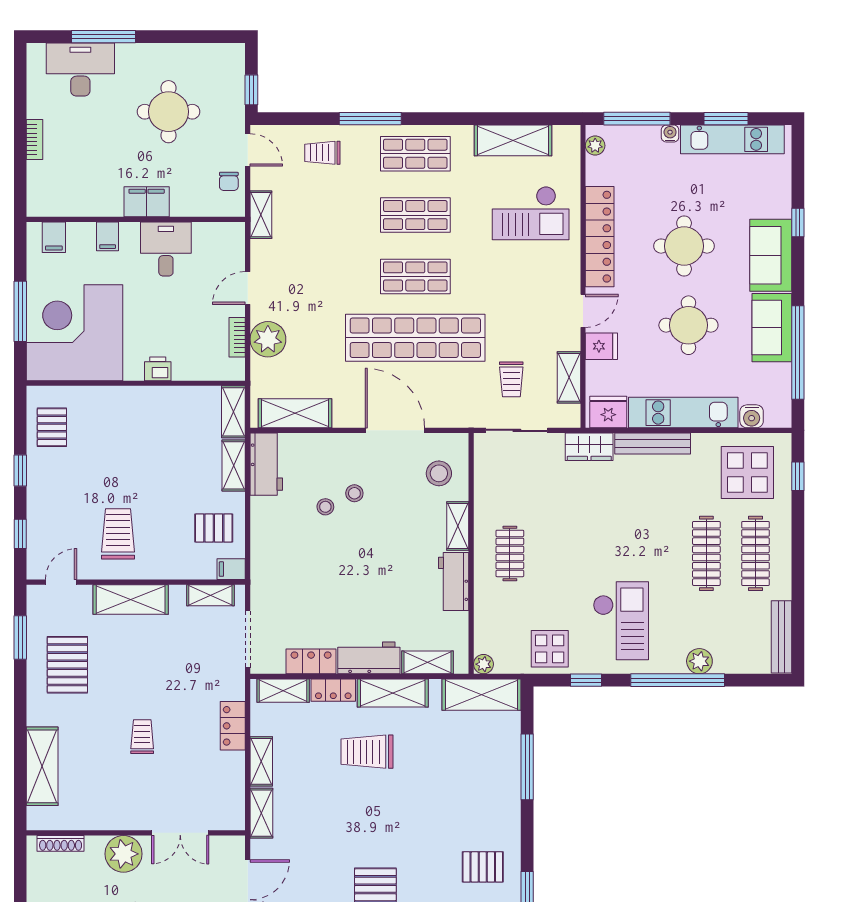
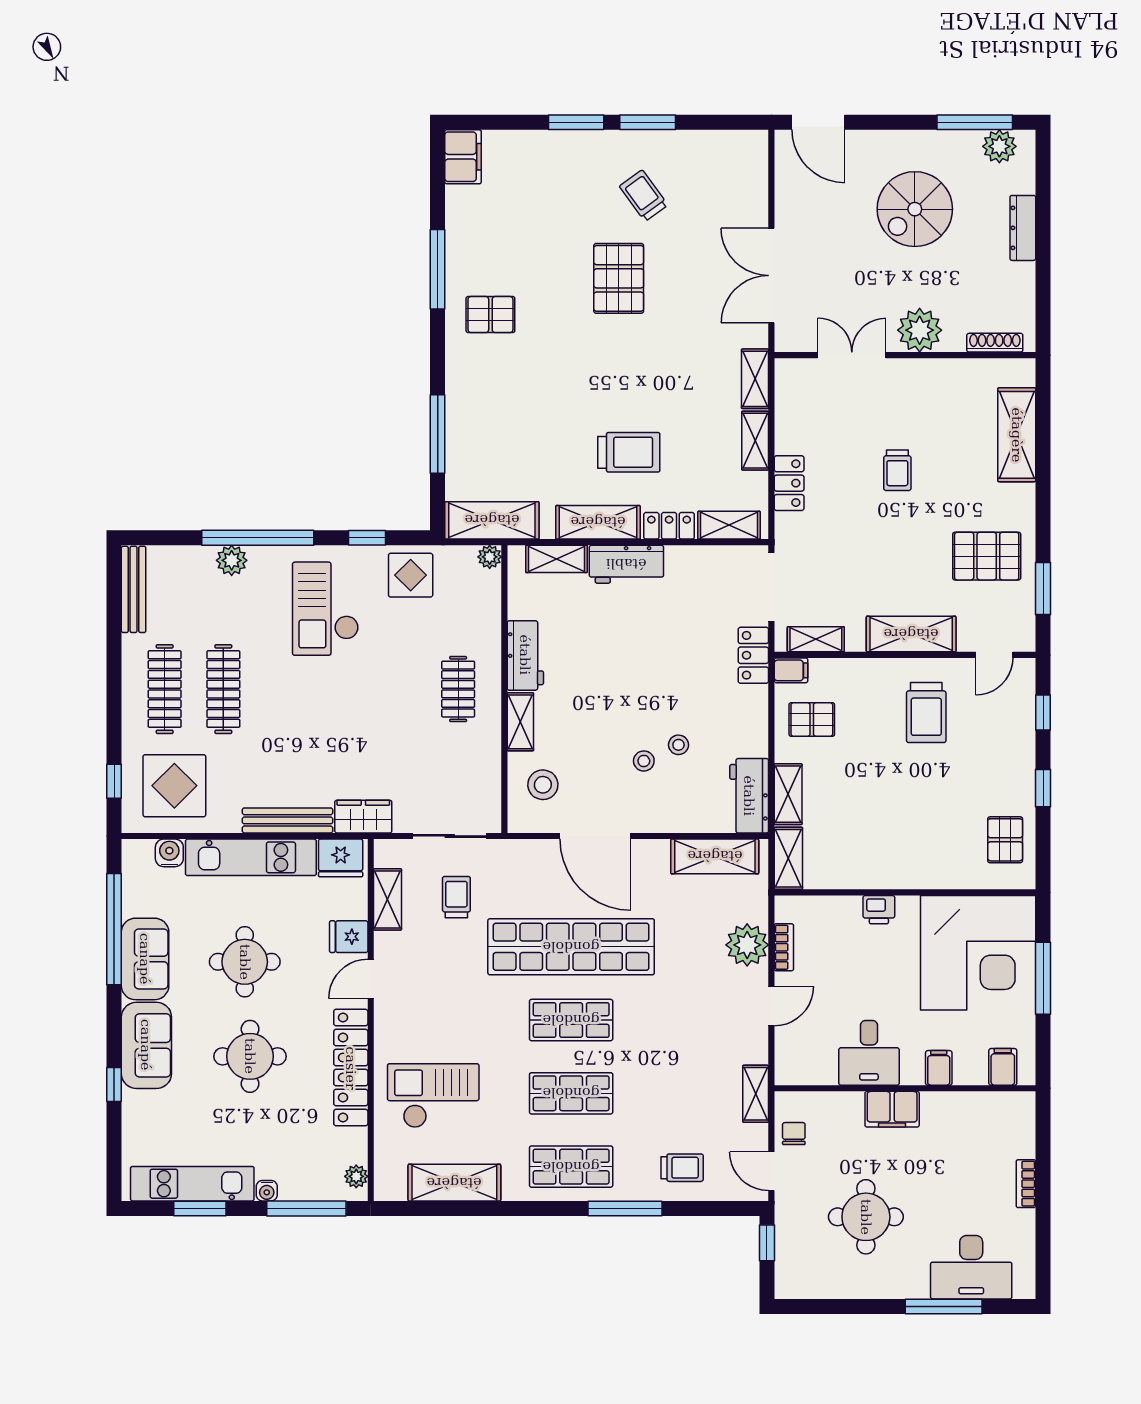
locker: (311, 661) -> (753, 655), moved, turned 90
pallet: (67, 665) -> (987, 556), turned 90

